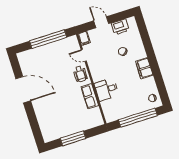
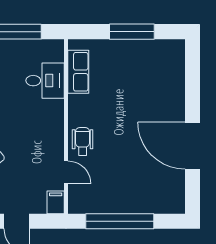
desk: (106, 90) -> (45, 81), moved
row of seats: (90, 96) -> (78, 72), moved

